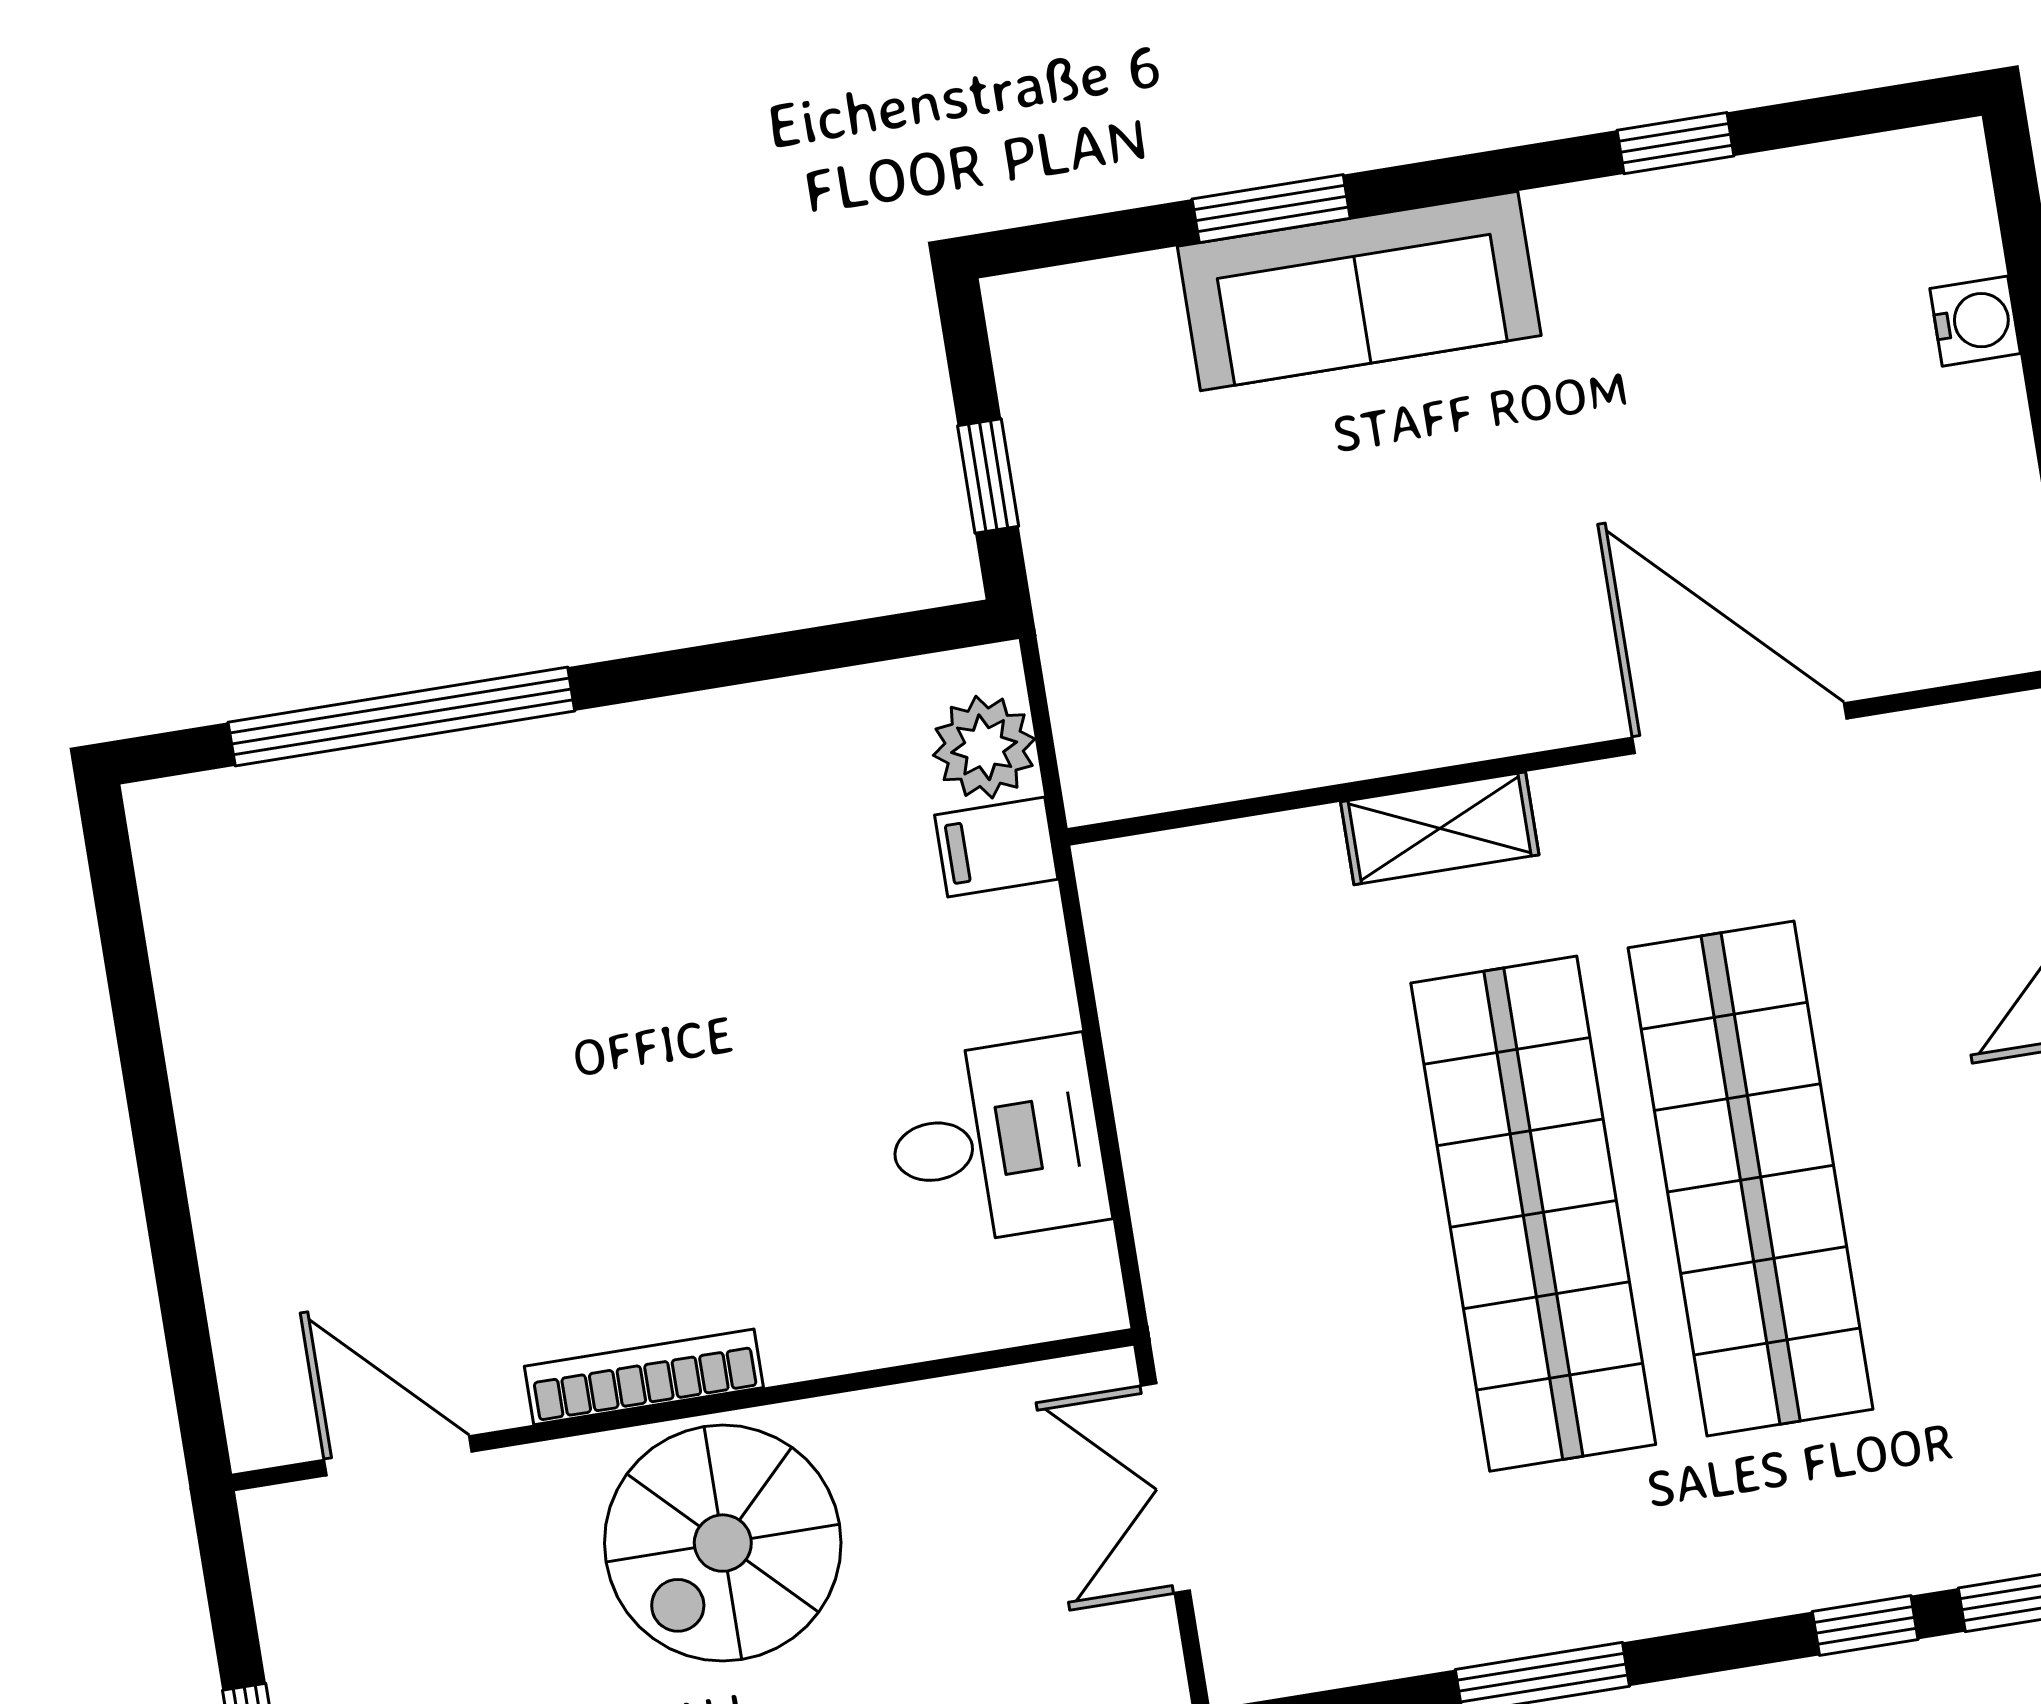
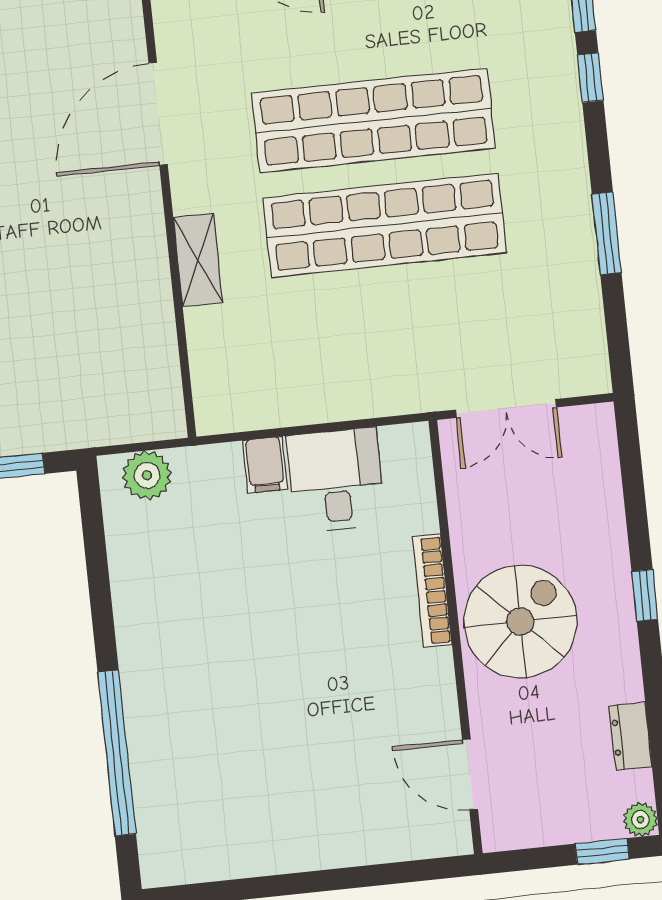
filing cabinet: (996, 847) -> (265, 465), moved
bookcase: (644, 1377) -> (432, 591), moved
door: (398, 1456) -> (470, 774), hinge flipped
spiral stairs: (723, 1543) -> (520, 622), turned -90

